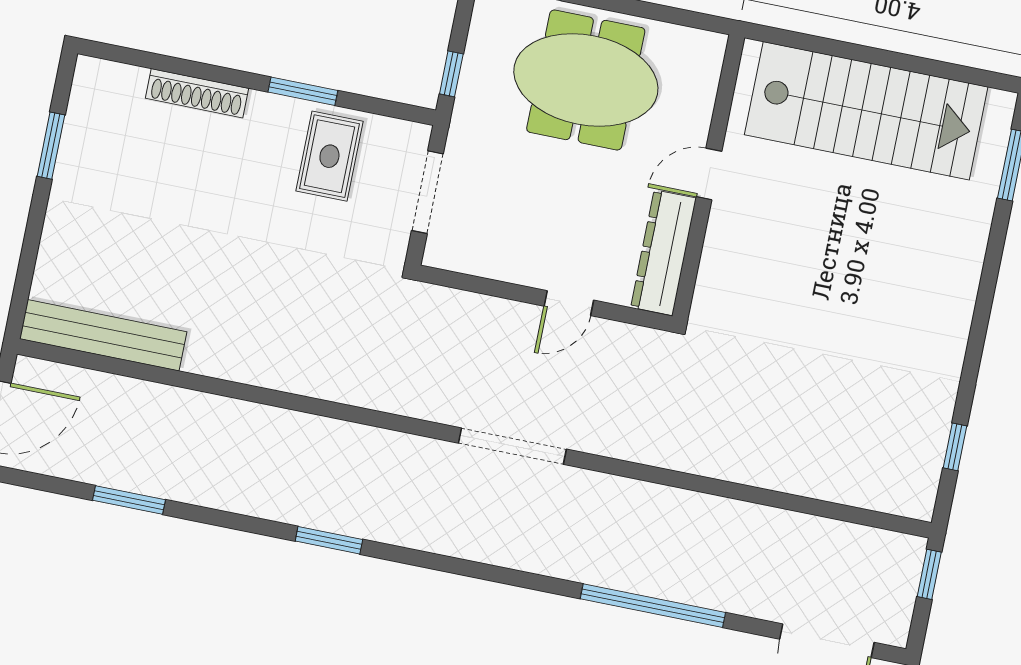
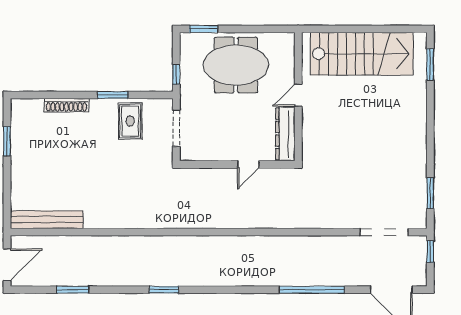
doorway: (512, 446) -> (384, 232), moved
window: (955, 447) -> (430, 193), width x1.50

